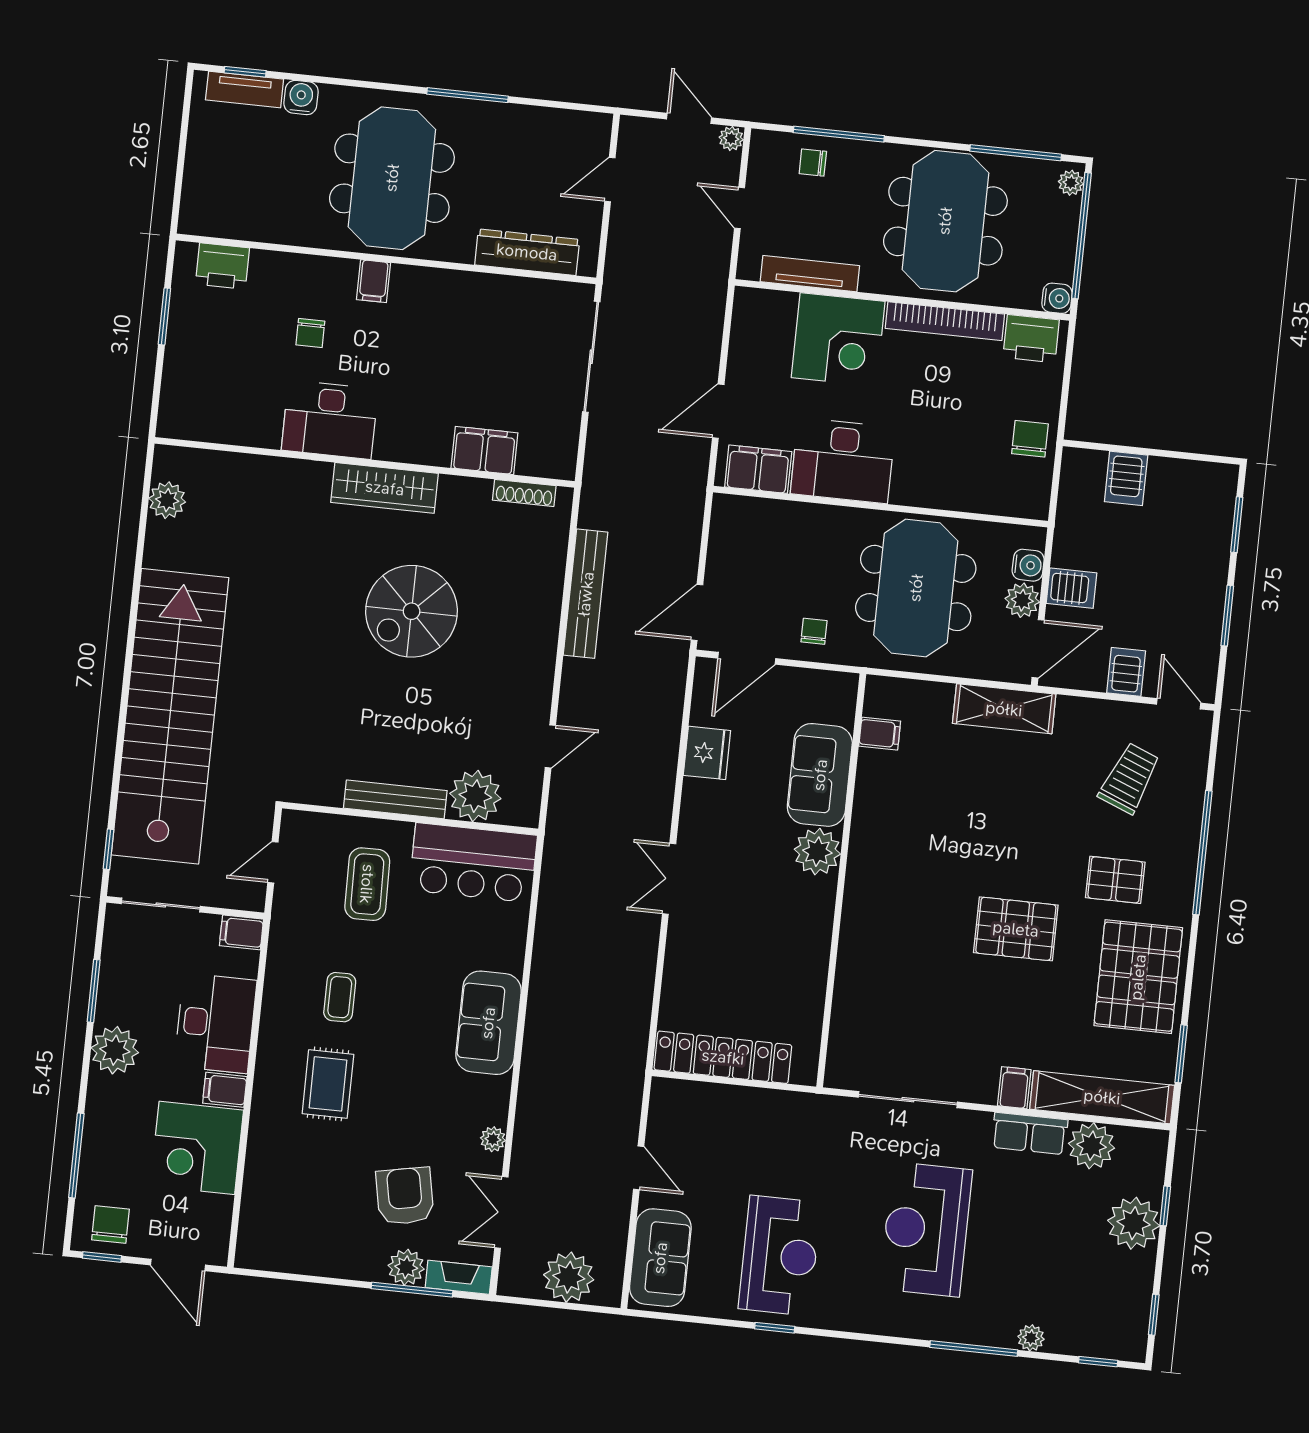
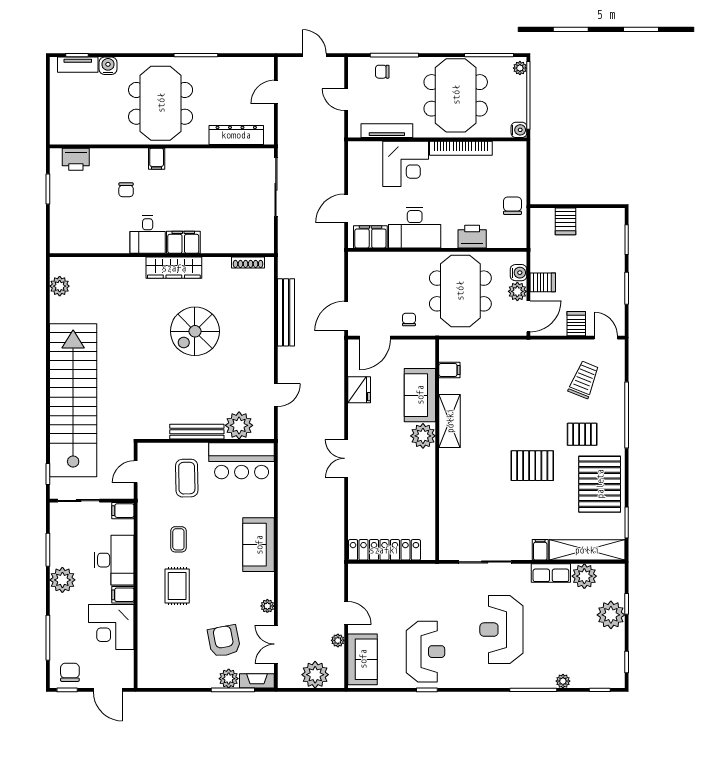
plant: (731, 138) -> (338, 640), moved
printer: (1031, 339) -> (472, 237), moved, turned 180
desk: (330, 420) -> (148, 235), width x0.73
filing cabinet: (484, 450) -> (183, 242), moved
shelving: (1004, 709) -> (450, 421), moved, turned 90

